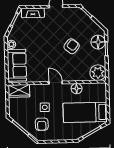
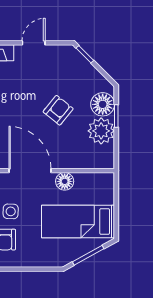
plant: (98, 73) -> (101, 131), moved
door: (56, 83) -> (30, 171), width x1.87

